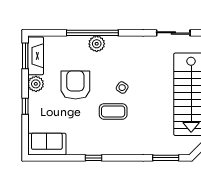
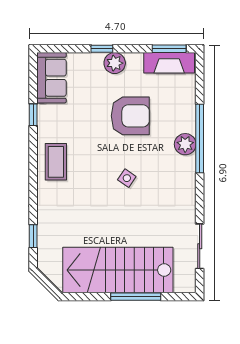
plant: (36, 84) -> (115, 63), moved
coffee table: (113, 111) -> (56, 162), moved
window: (94, 158) -> (33, 115), moved
window: (166, 158) -> (33, 236), width x0.67

